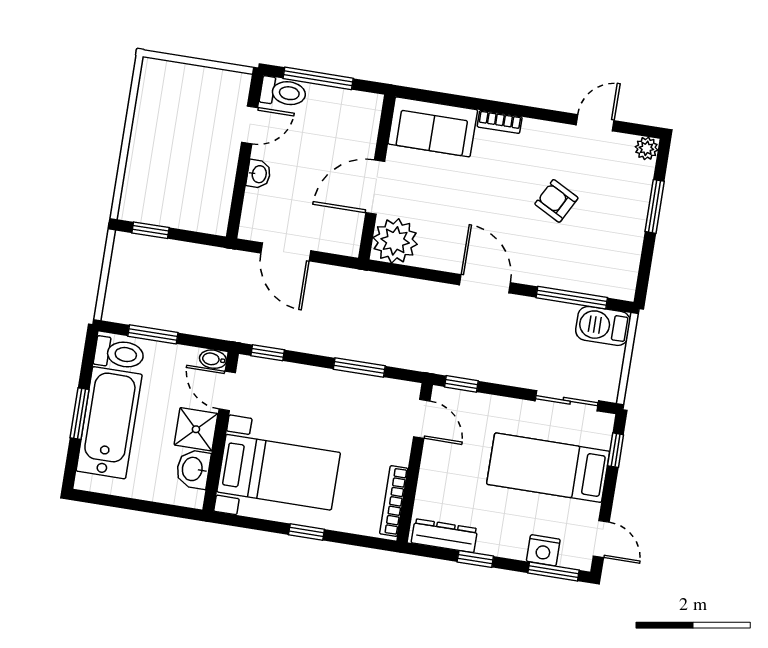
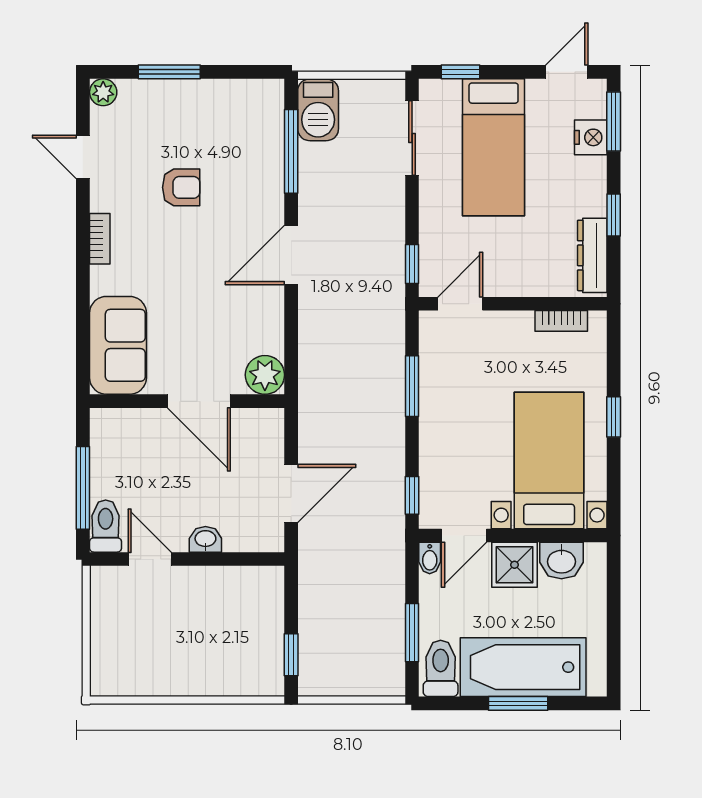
bookcase: (500, 122) -> (100, 239), moved
armchair: (556, 201) -> (181, 187), turned -118
plant: (395, 241) -> (265, 375), width x0.73, depth x0.73
bookcase: (394, 501) -> (561, 321), width x0.64

